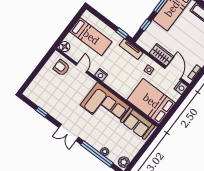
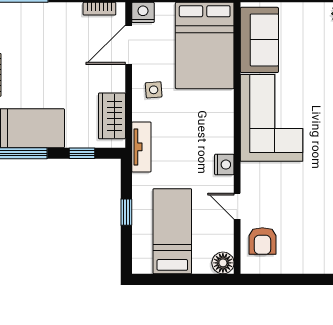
window: (122, 33) -> (126, 212), moved
wardrobe: (162, 55) -> (112, 116), moved
door: (82, 68) -> (237, 206), hinge flipped

